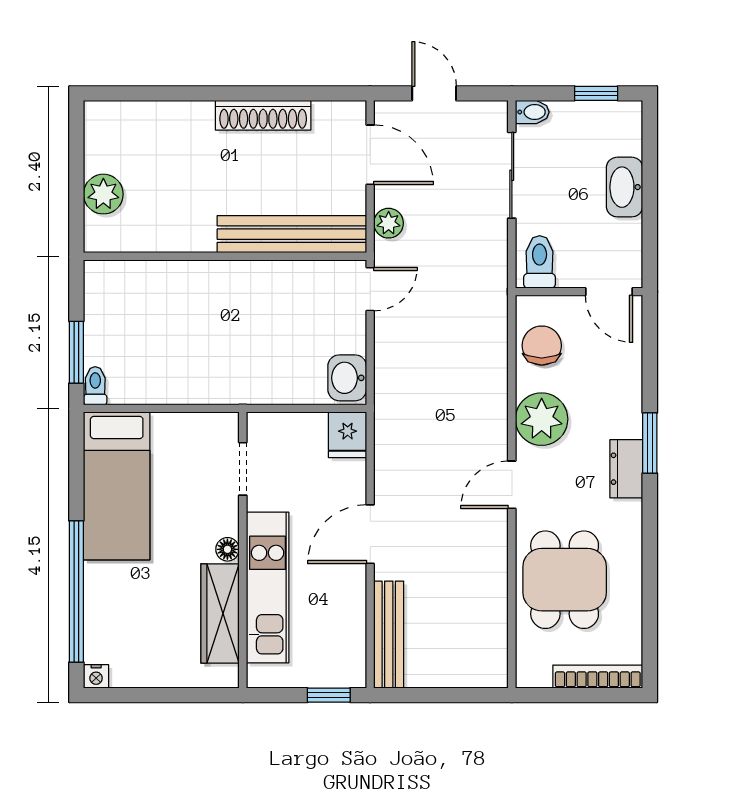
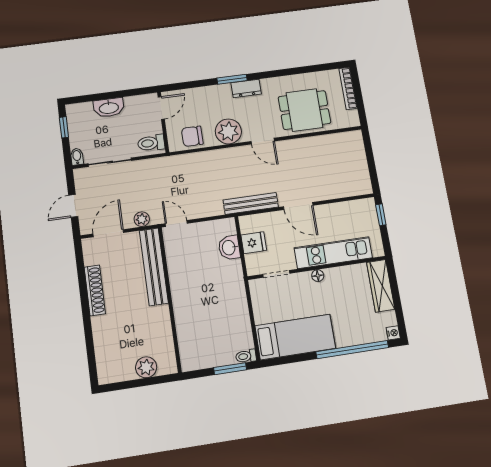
washbasin: (347, 378) -> (229, 248), moved, turned 90
fridge: (348, 435) -> (254, 243), moved
wardrobe: (220, 613) -> (381, 286), moved, turned 90
bench: (389, 635) -> (251, 203), moved

